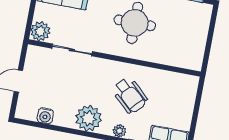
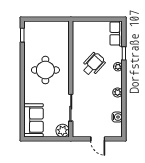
plant: (89, 118) -> (118, 92), width x0.53, depth x0.53

